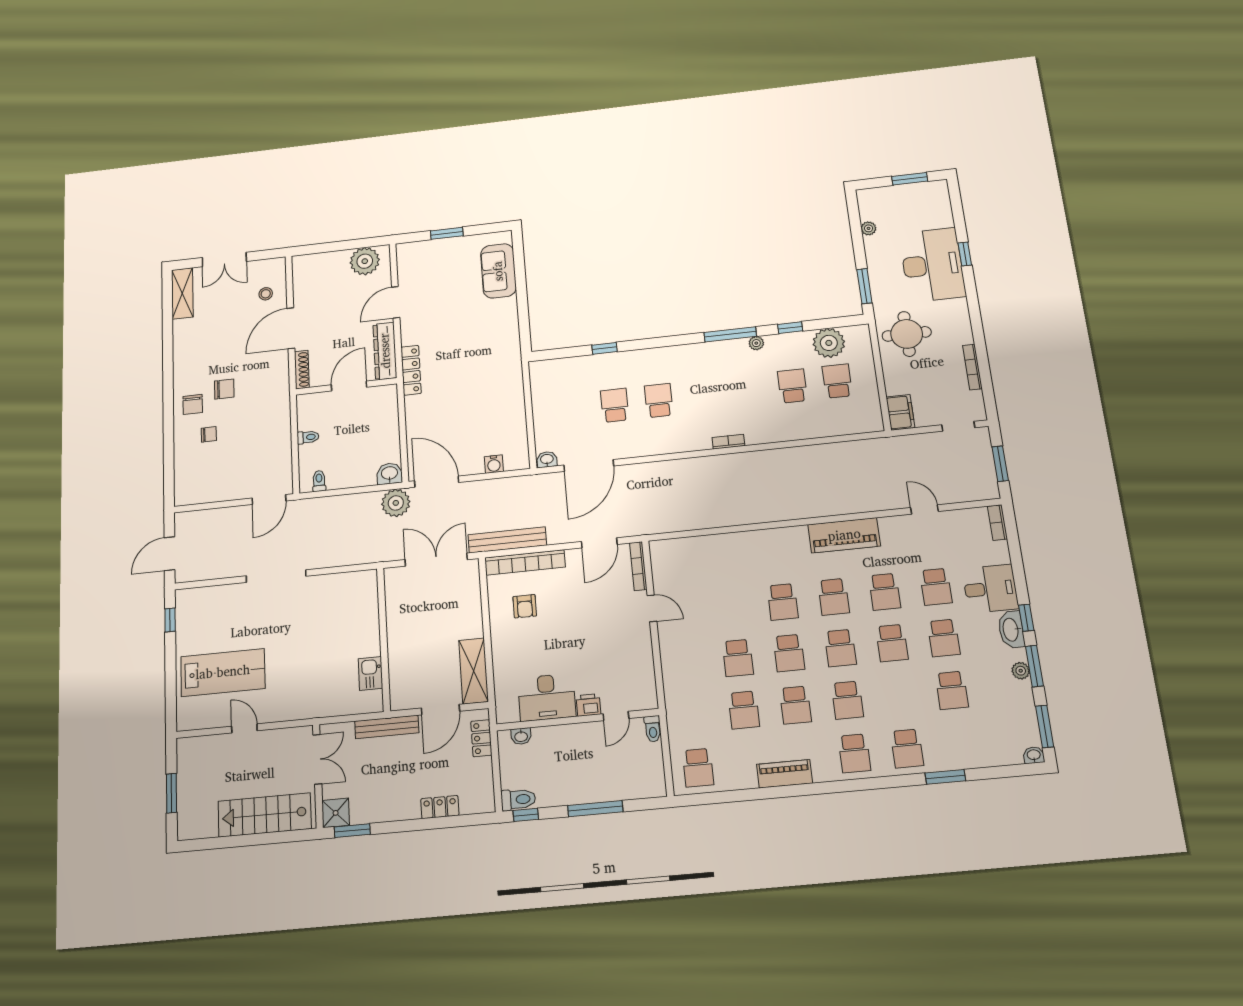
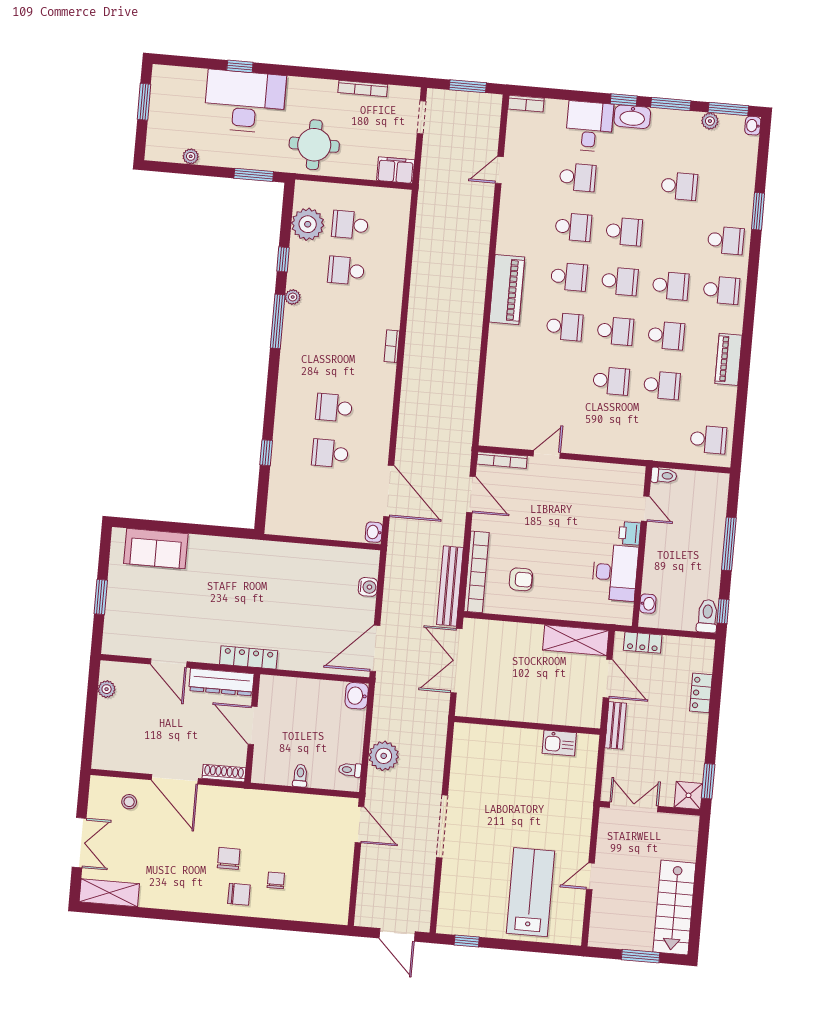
plant: (365, 261) -> (107, 689), width x0.53, depth x0.53
plant: (396, 503) -> (384, 756), moved
piano: (844, 535) -> (507, 290), moved
school desk: (944, 638) -> (628, 182), removed
plant: (1021, 671) -> (710, 121), moved
bench: (387, 727) -> (616, 725), width x0.73
stairs: (265, 815) -> (674, 908), moved

